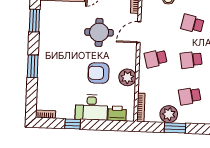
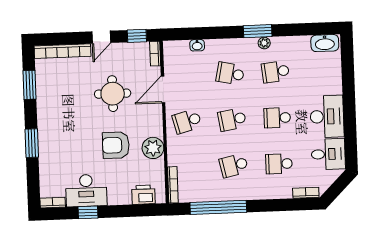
desk: (91, 107) -> (86, 190), moved
plant: (169, 114) -> (209, 191), removed
window: (175, 128) -> (218, 207), width x2.11

